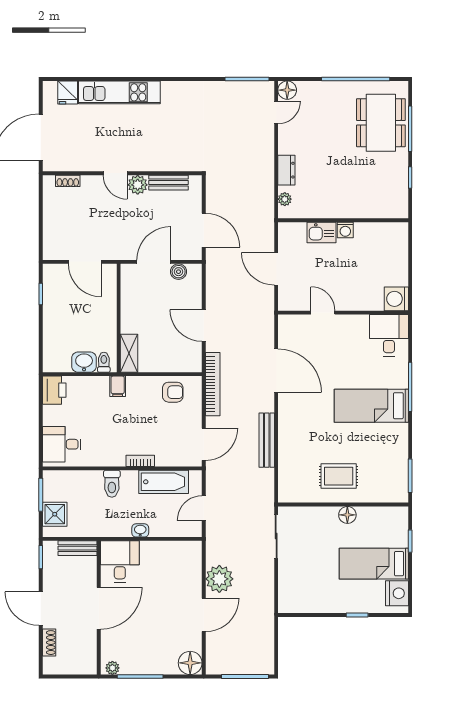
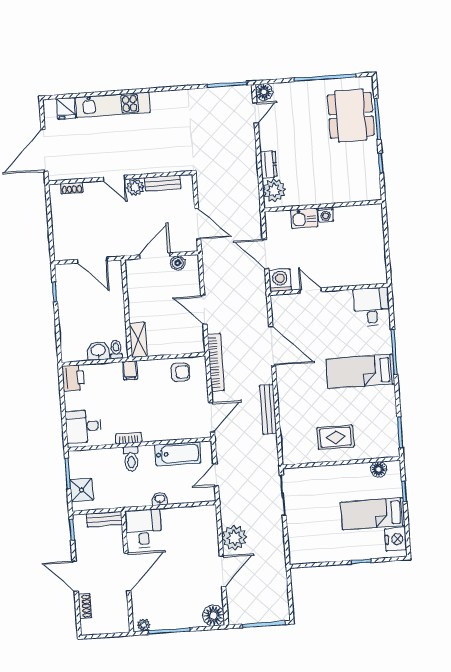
plant: (285, 199) -> (274, 190), width x1.87, depth x1.87
washing machine: (396, 299) -> (280, 280), moved, turned 90
bookcase: (140, 461) -> (129, 438), moved
floor lamp: (347, 515) -> (379, 469), moved

